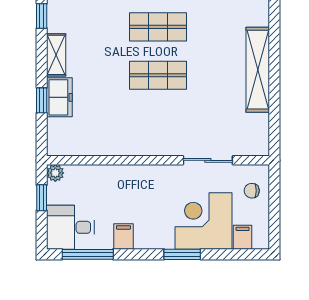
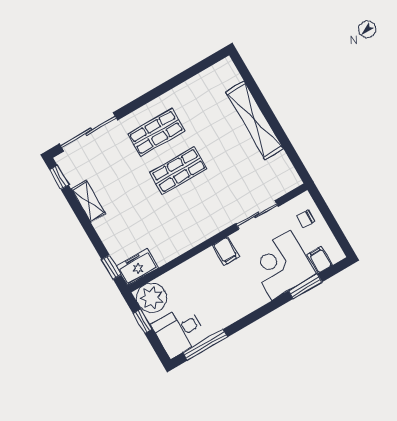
freezer: (59, 97) -> (137, 267), moved, turned -90
window: (42, 100) -> (111, 267), moved
plant: (55, 173) -> (152, 298), width x1.87, depth x1.87
filing cabinet: (124, 236) -> (226, 251), moved, turned 180
window: (182, 254) -> (305, 286), moved

